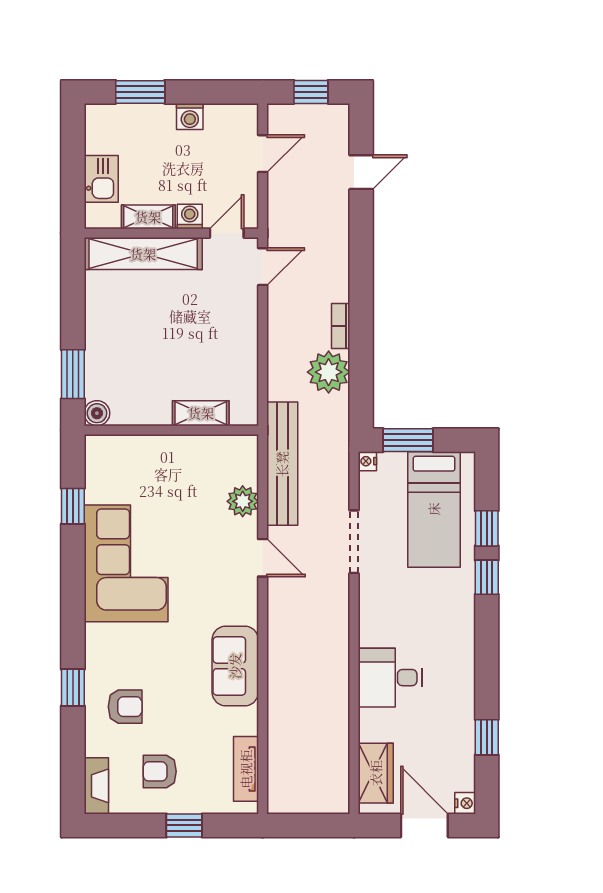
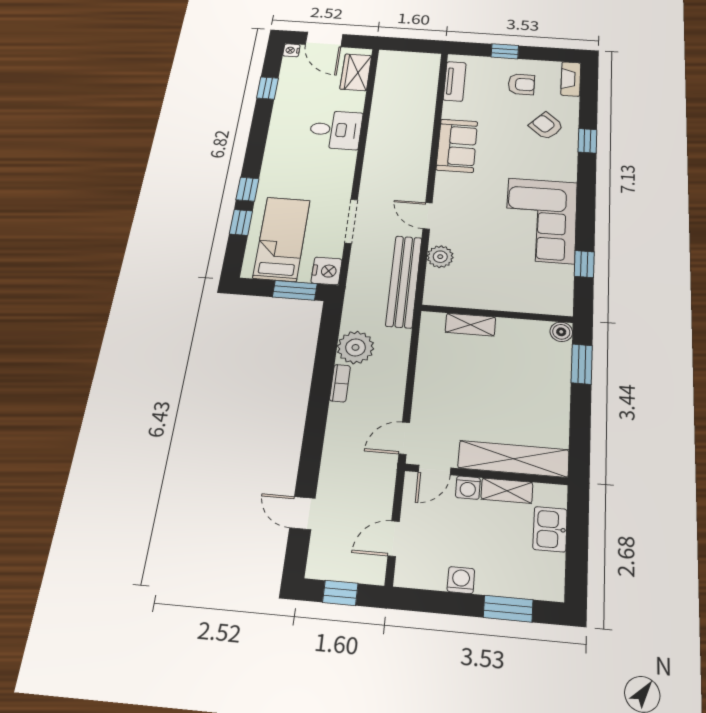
door: (361, 172) -> (303, 513), hinge flipped
nightstand: (367, 461) -> (327, 271), width x1.89, depth x1.79
armchair: (125, 707) -> (546, 126), turned 42

